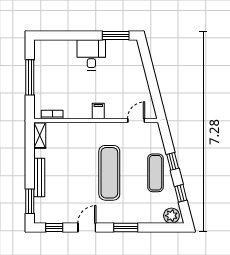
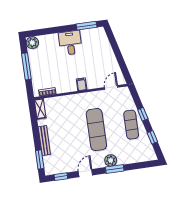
plant: (42, 48) -> (32, 43), added
plant: (171, 216) -> (111, 160), moved

